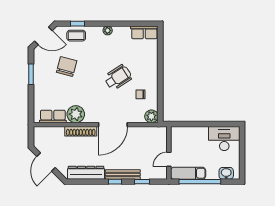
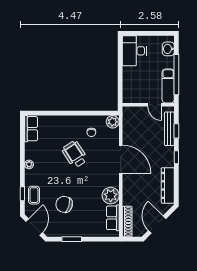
shoe rack: (81, 131) -> (127, 221), moved
door: (46, 162) -> (157, 225), swing flipped
bench: (123, 174) -> (169, 129), moved

